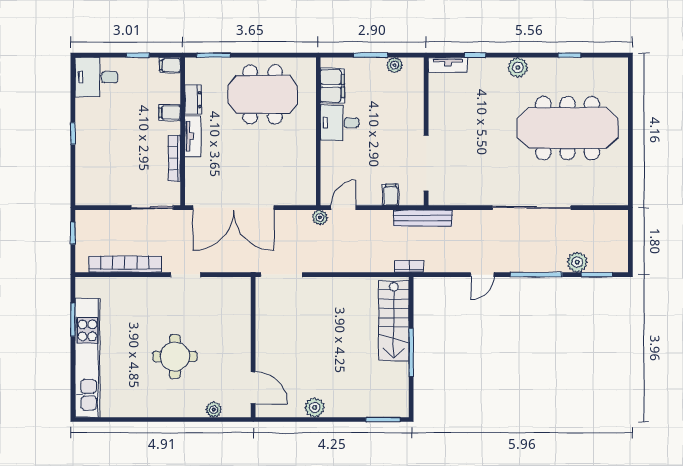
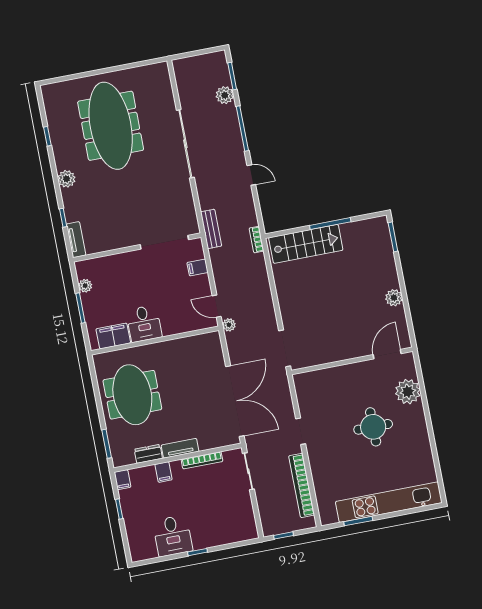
desk: (96, 77) -> (173, 536), moved
bench: (423, 218) -> (211, 229), width x0.73
plant: (214, 410) -> (408, 392), width x1.88, depth x1.88

